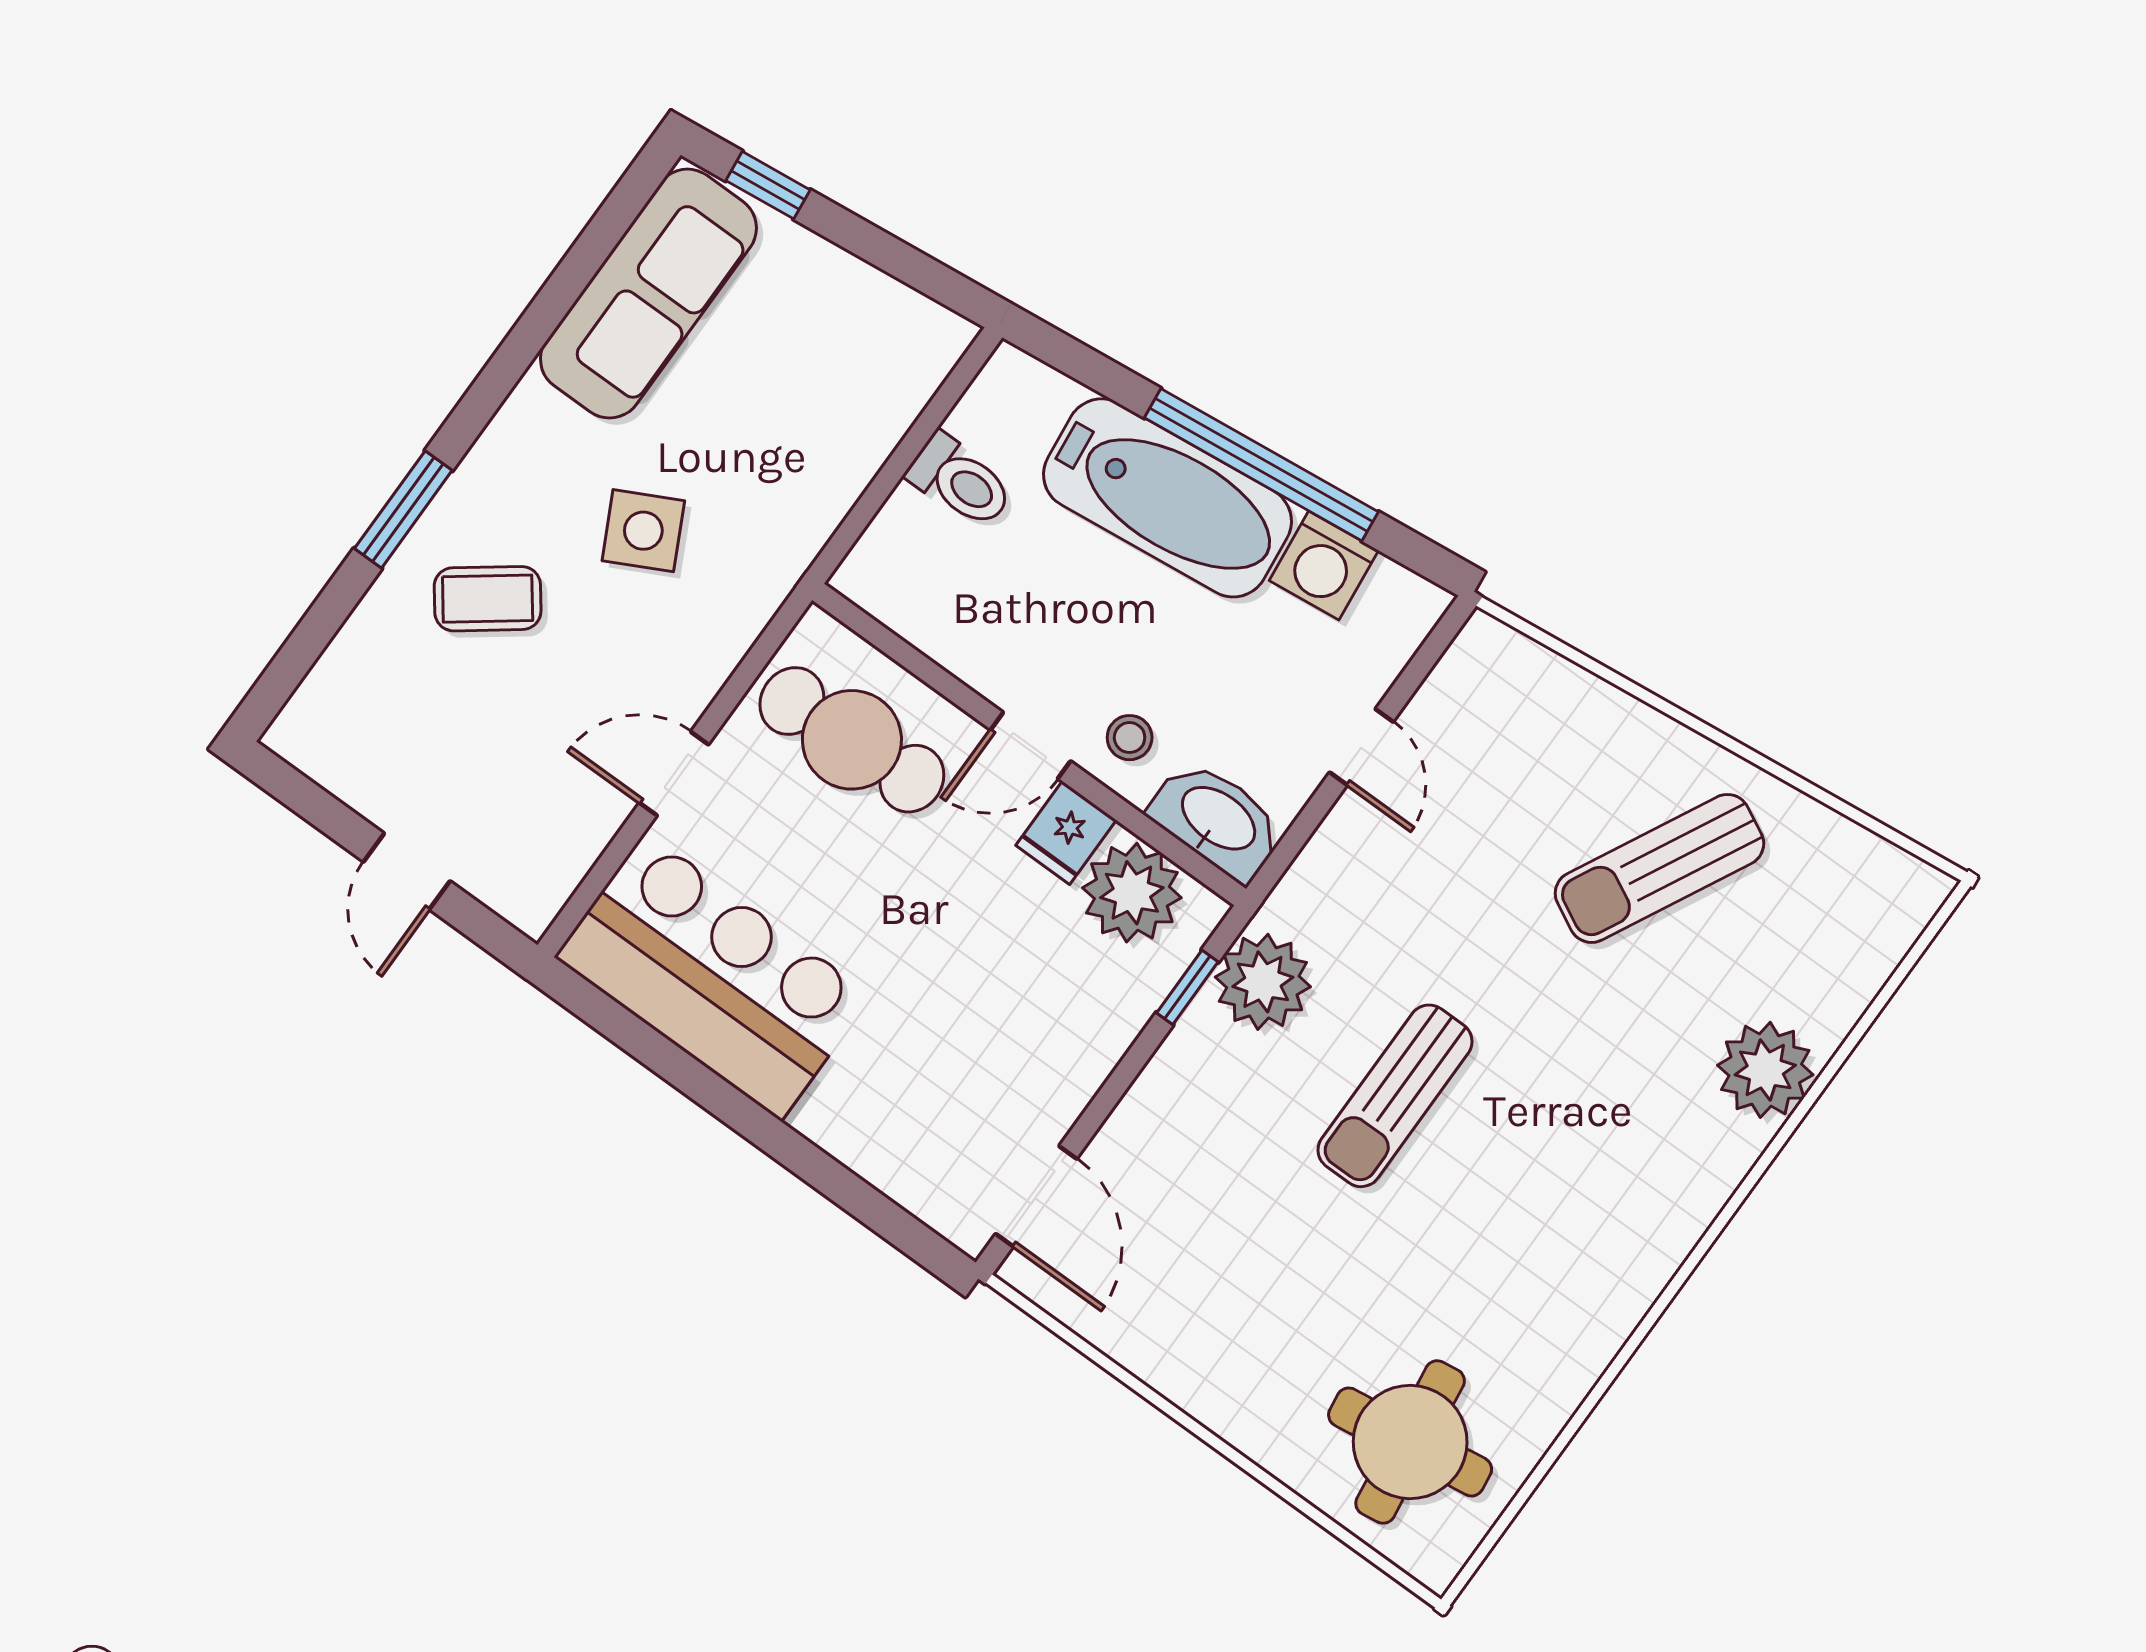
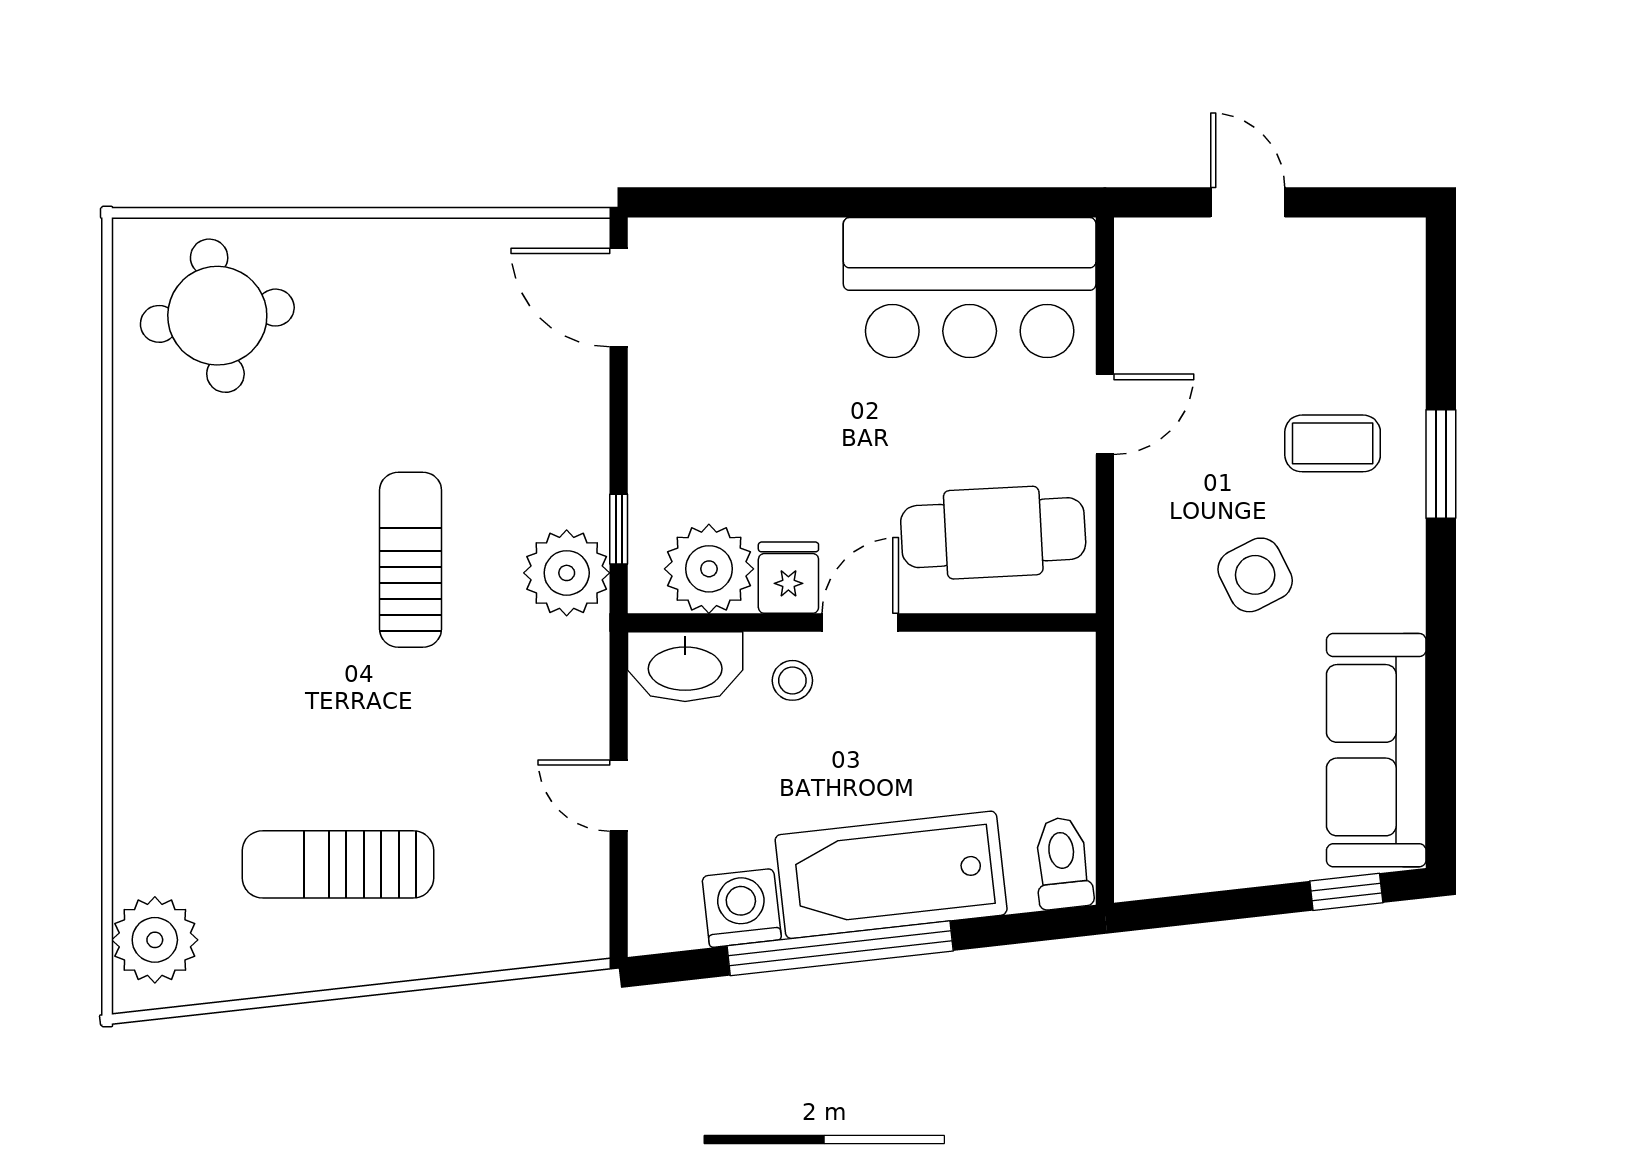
toilet: (960, 481) -> (1063, 863), moved, turned 84
coffee table: (488, 599) -> (1333, 443), turned 37
sun lounger: (1659, 868) -> (338, 864), turned -117
plant: (1765, 1070) -> (155, 940), moved

